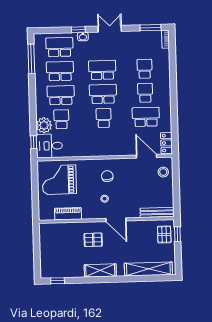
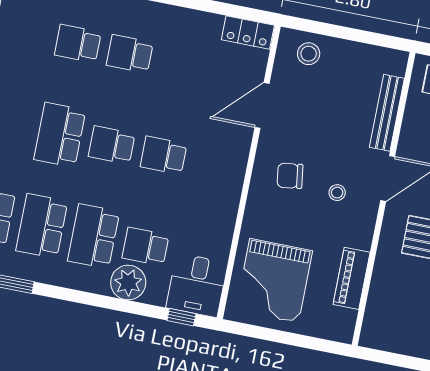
school desk: (103, 94) -> (112, 145), width x0.54
school desk: (146, 117) -> (182, 64), removed
plant: (44, 125) -> (128, 283), moved
door: (147, 156) -> (262, 106), moved
bench: (157, 212) -> (387, 113), moved

